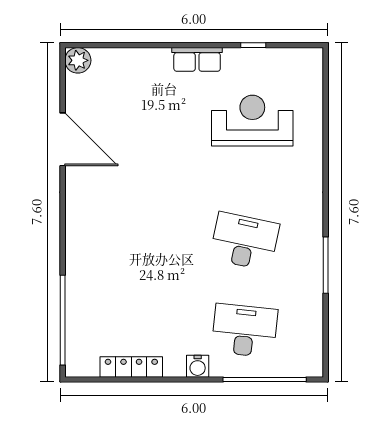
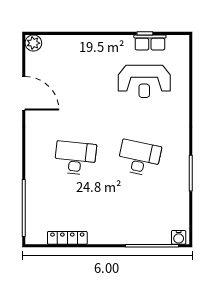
row of seats: (197, 59) -> (150, 42), moved
reception desk: (252, 121) -> (144, 81), turned 180
desk: (244, 331) -> (75, 158), moved
water cooler: (198, 366) -> (179, 237), moved

